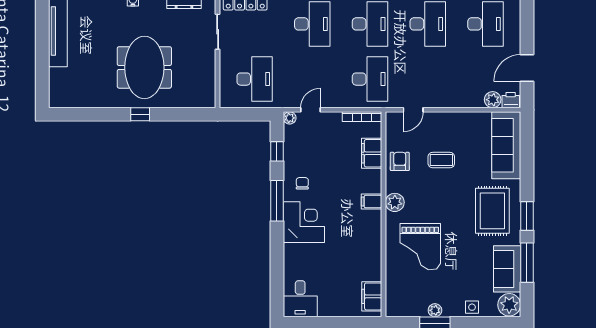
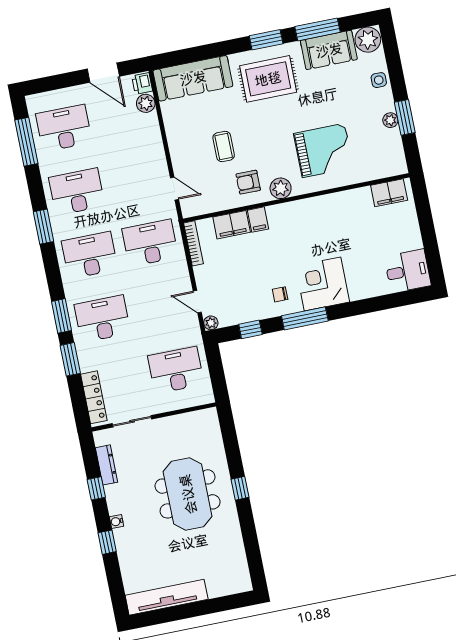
meeting table: (144, 67) -> (188, 494), turned 90
armchair: (400, 161) -> (248, 182), moved
filing cabinet: (371, 201) -> (258, 220), moved

